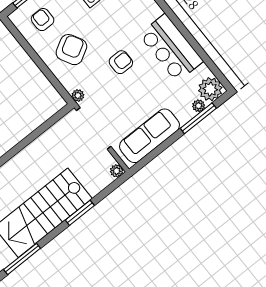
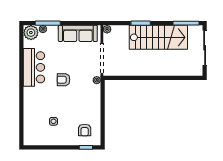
armchair: (71, 50) -> (82, 105), removed

